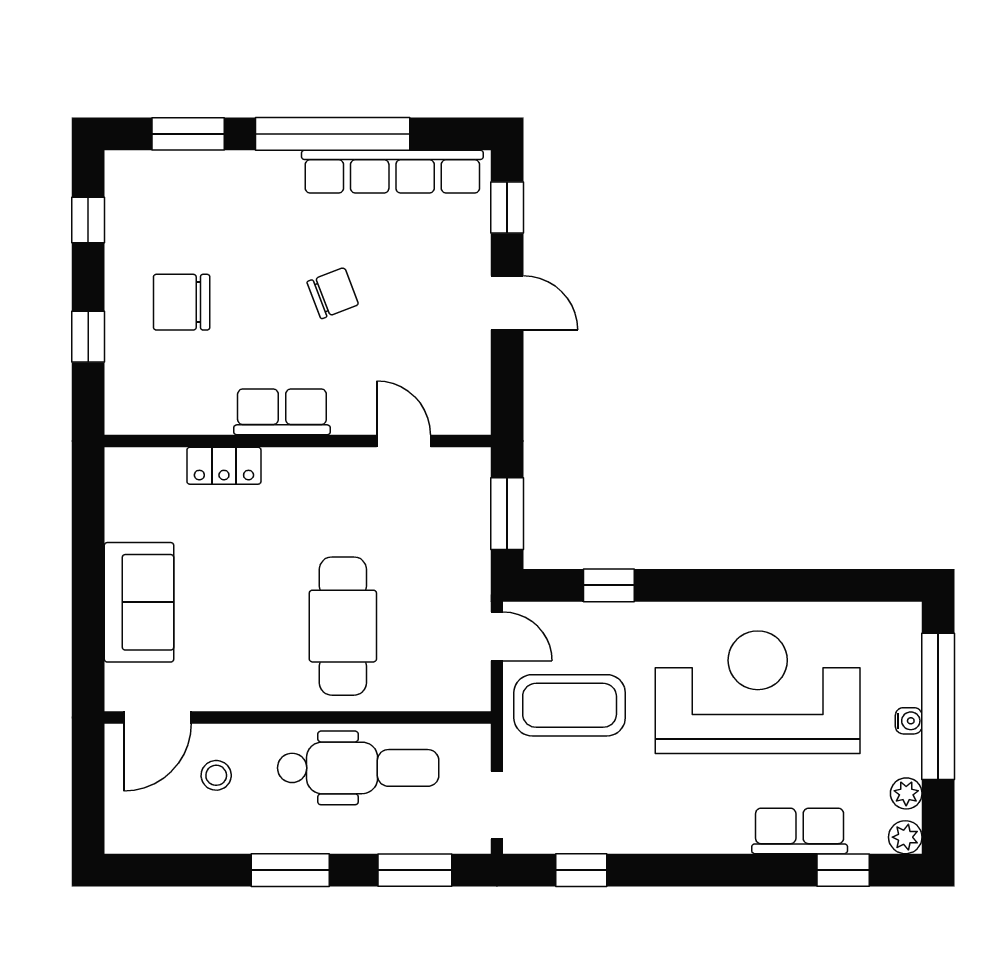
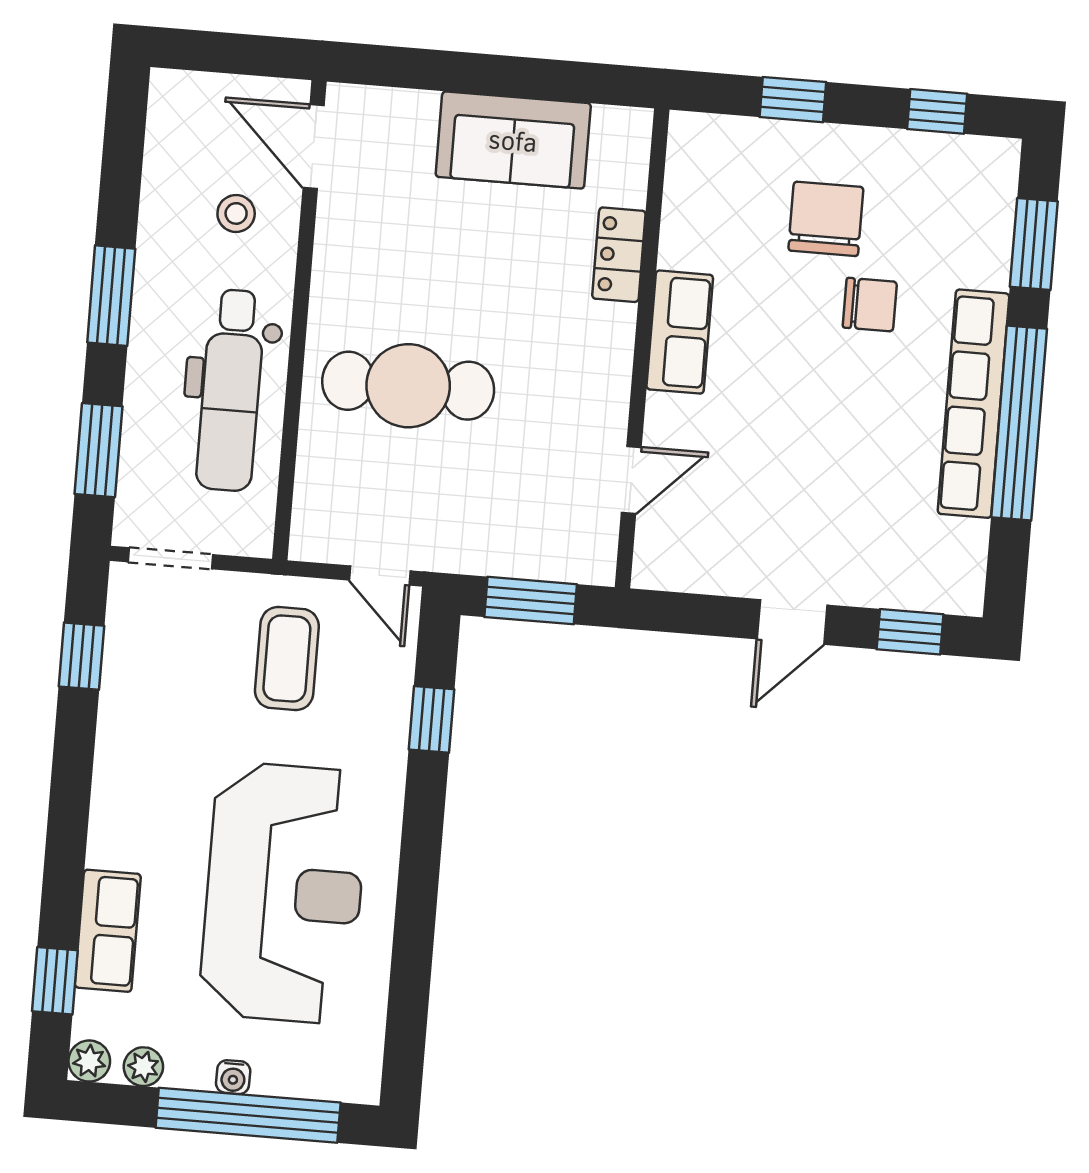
row of seats: (392, 172) -> (974, 404), moved
chair: (333, 293) -> (870, 305), moved, turned -69
sofa: (139, 602) -> (513, 140), moved
door: (497, 636) -> (380, 575), hinge flipped
coffee table: (570, 705) -> (287, 659), width x0.73, depth x0.76

